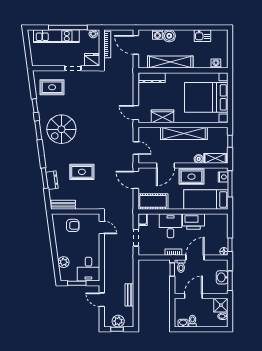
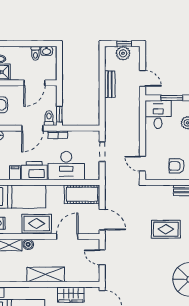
shelving: (184, 133) -> (46, 274), width x0.68
filing cabinet: (143, 220) -> (15, 173), moved
desk: (171, 226) -> (66, 166), width x1.37

